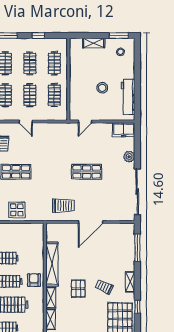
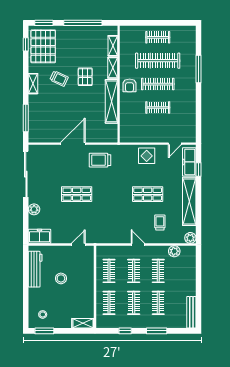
shelving: (94, 43) -> (83, 323), moved
window: (137, 307) -> (26, 44), moved

